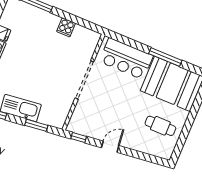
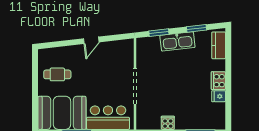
window: (79, 138) -> (120, 37), removed

